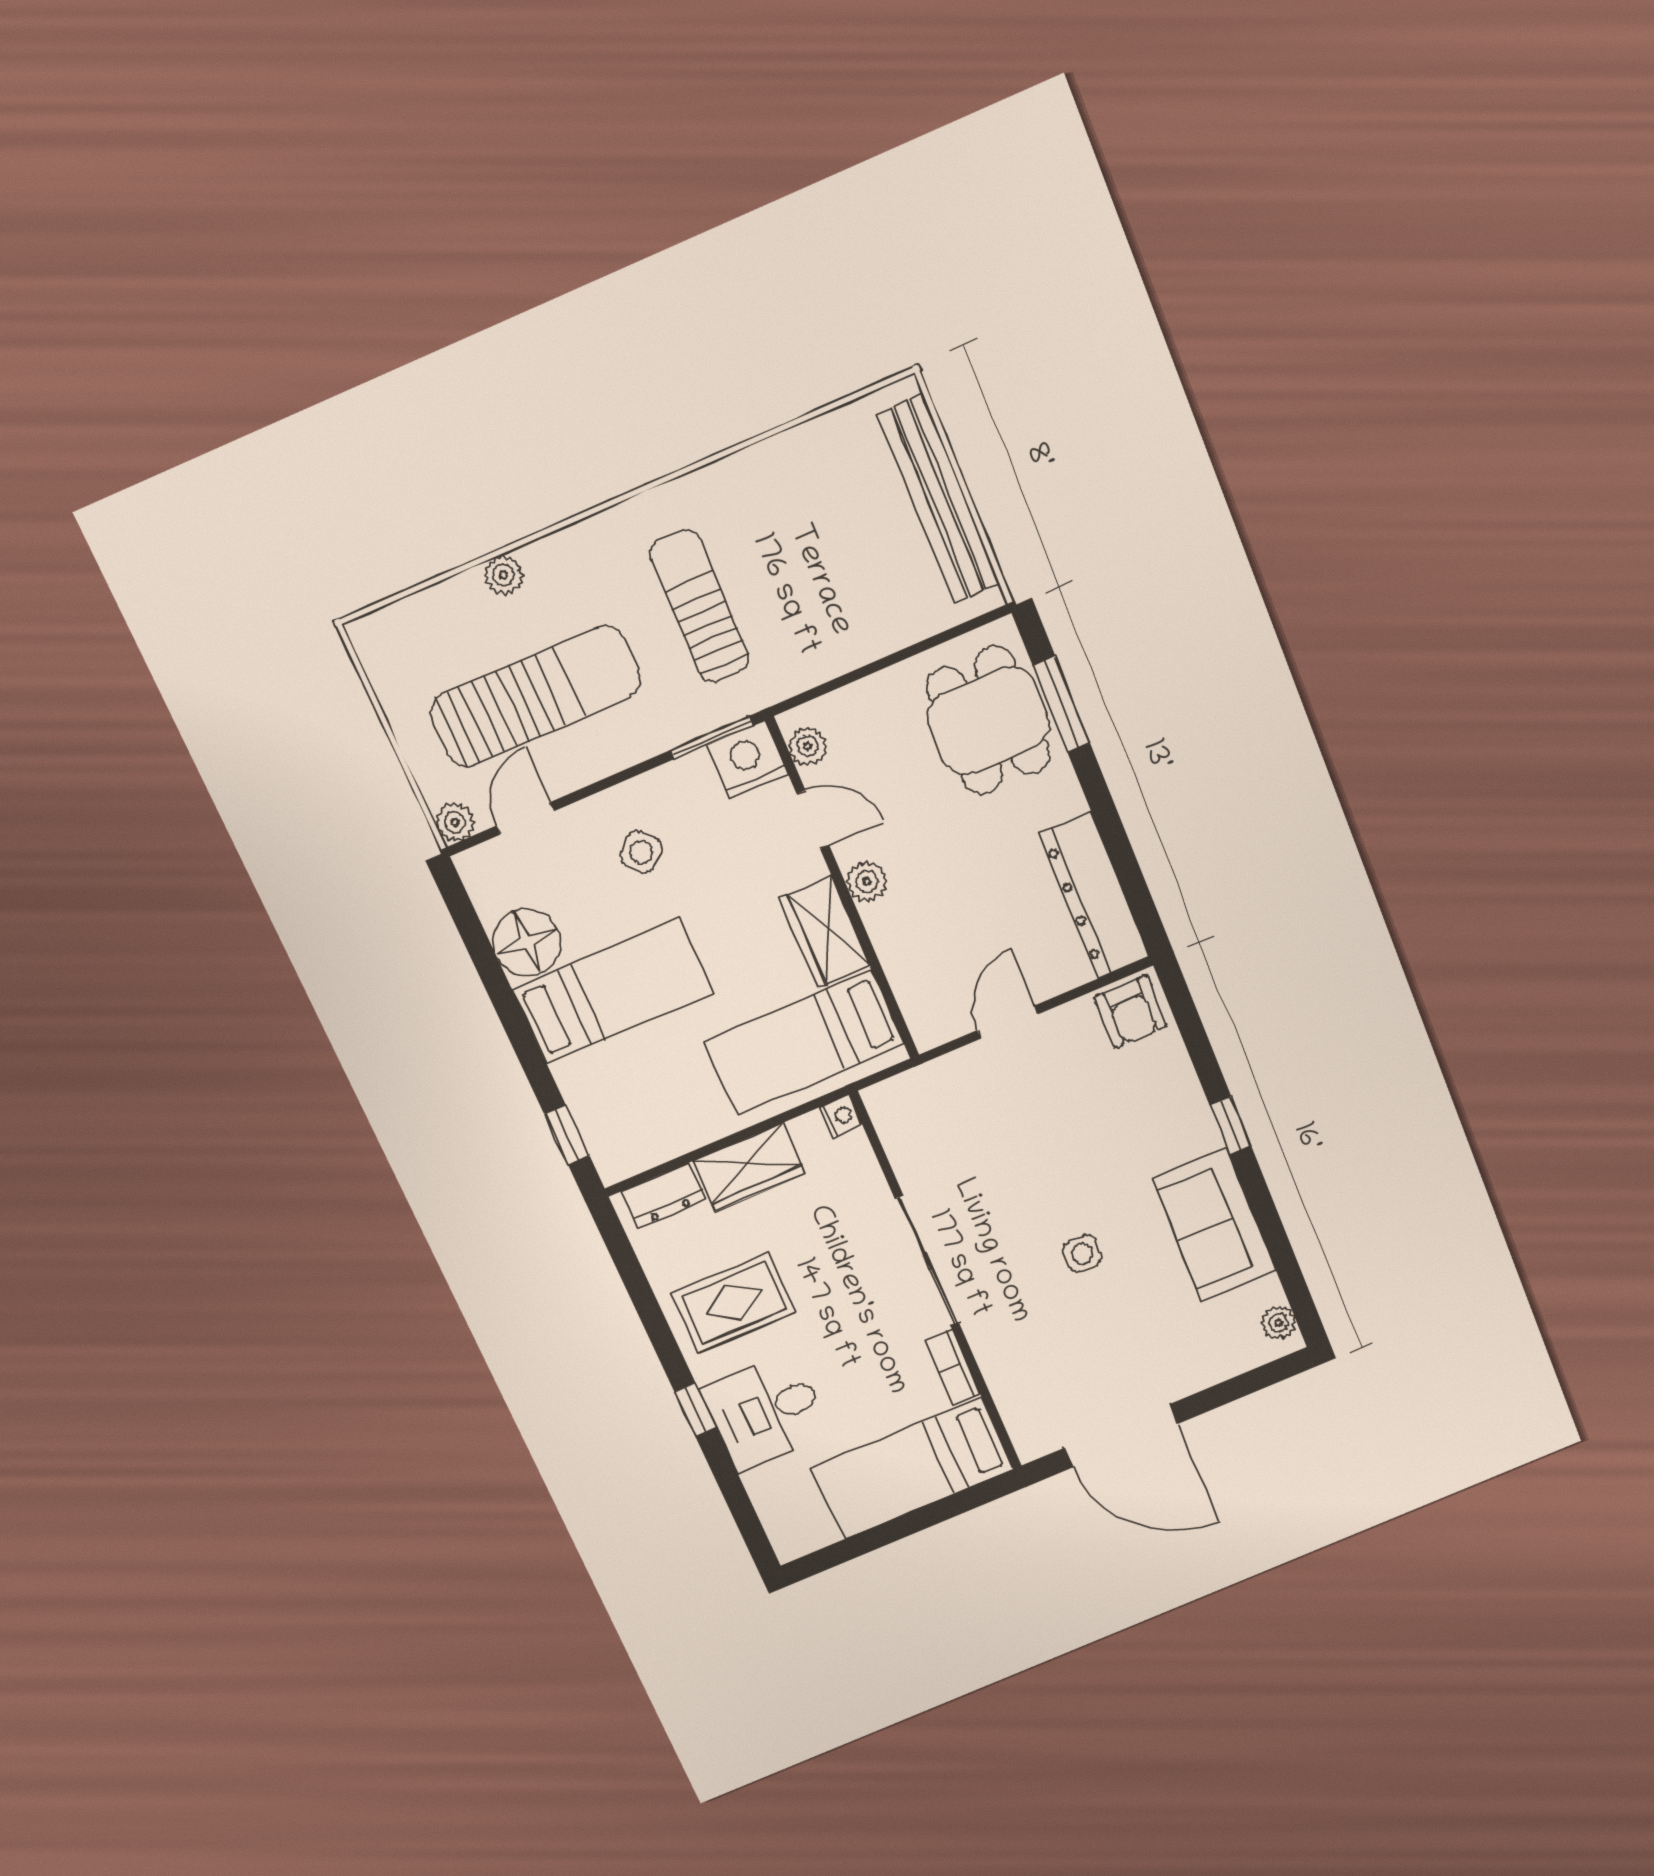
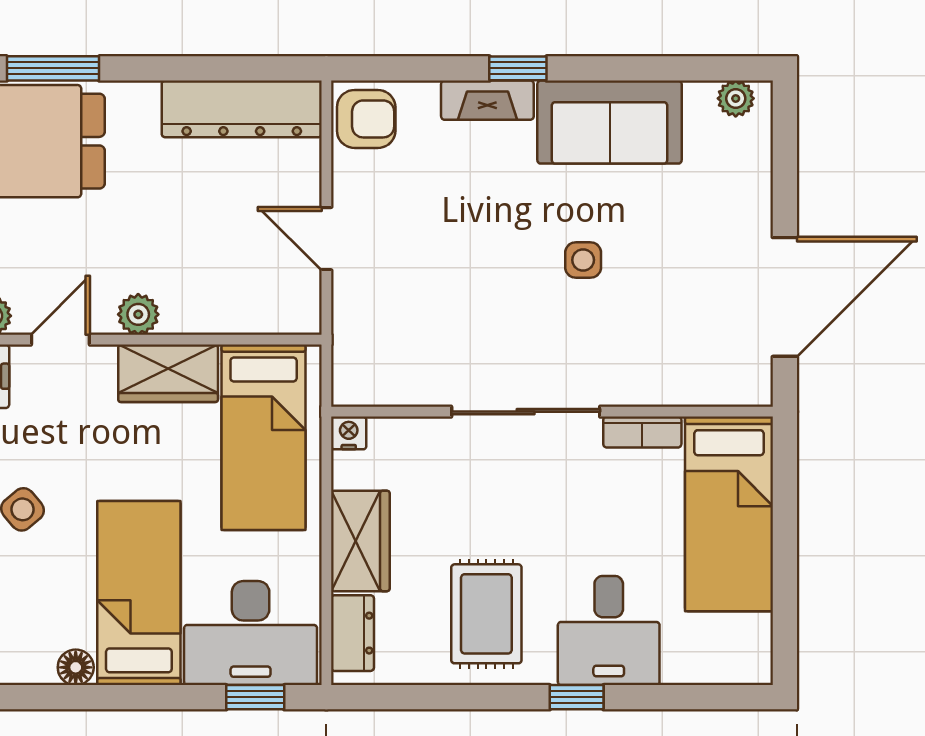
floor lamp: (527, 942) -> (76, 667), width x0.53, depth x0.53
desk: (622, 1106) -> (251, 633), added
fireplace: (1191, 1111) -> (487, 100), added

